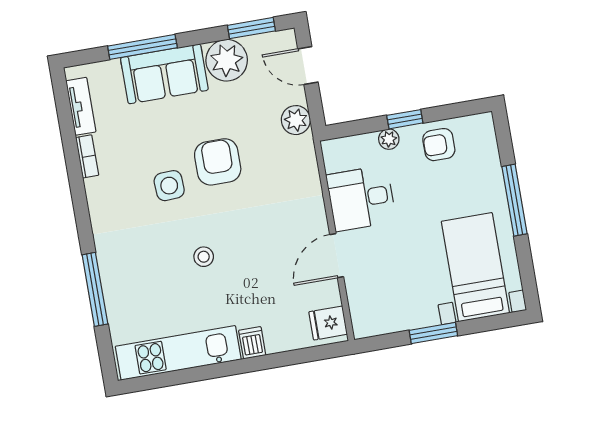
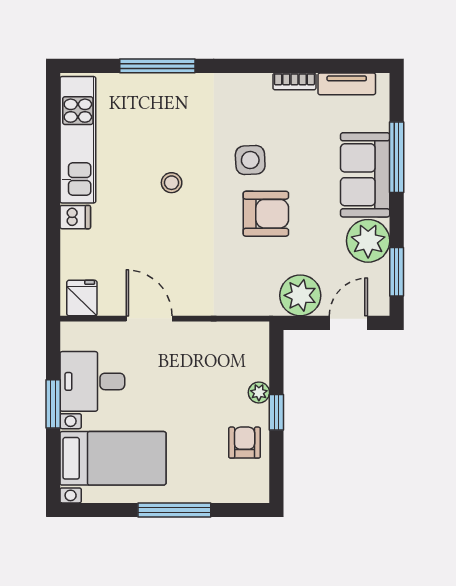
plant: (296, 120) -> (300, 295), width x1.36, depth x1.36
desk: (361, 198) -> (92, 381), moved, turned -90

